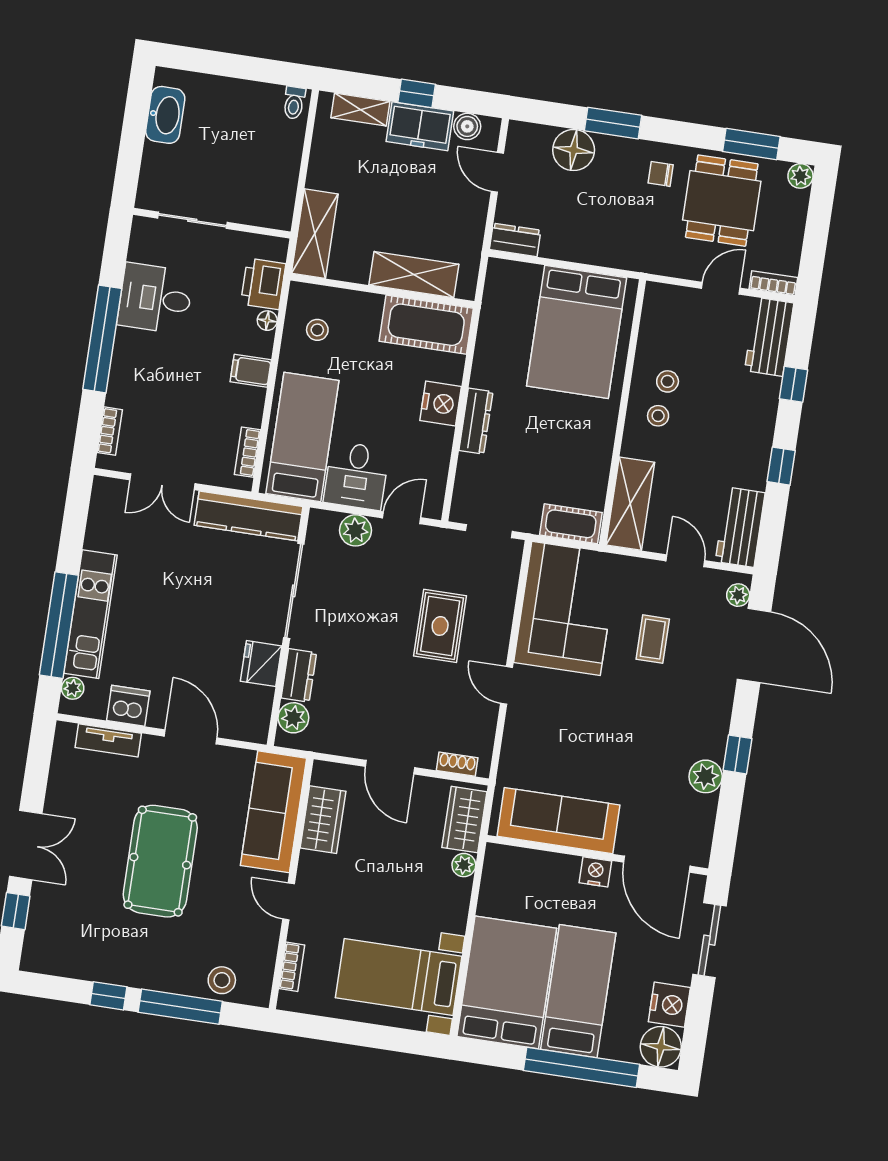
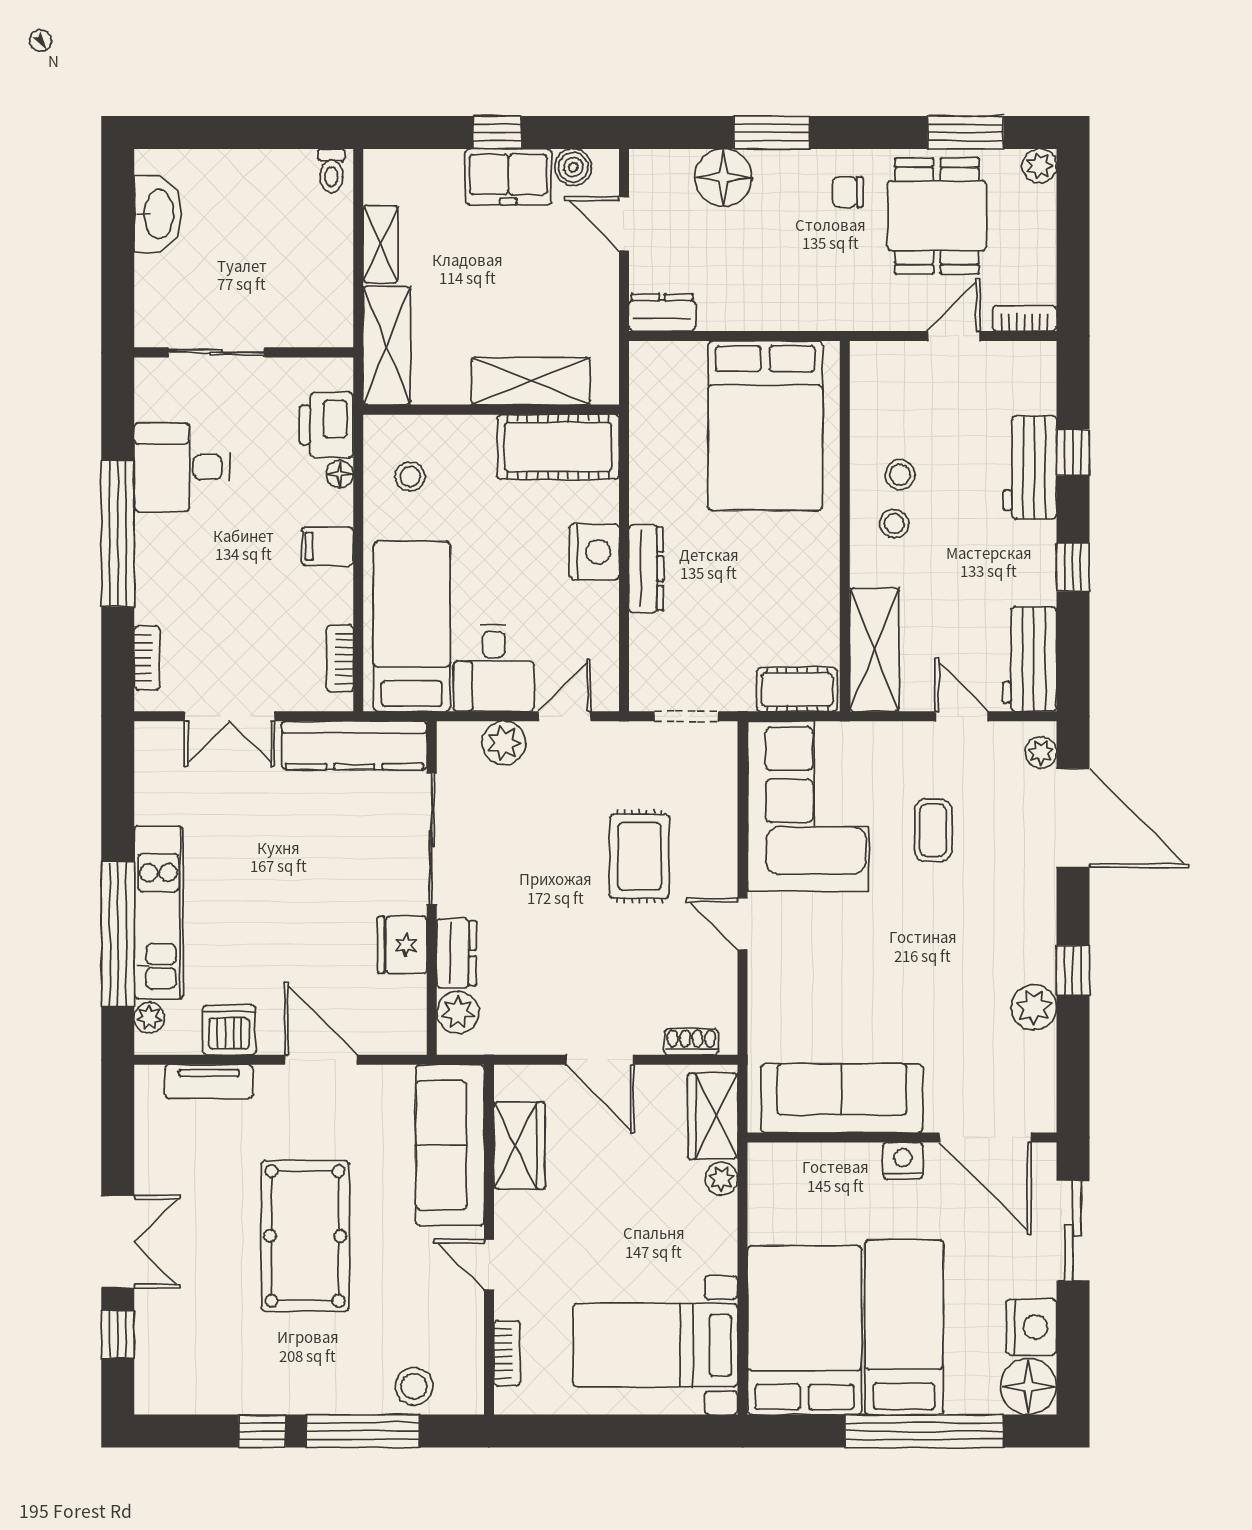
shelving: (360, 110) -> (380, 244), moved, turned 90
workbench: (769, 337) -> (1030, 467), moved

